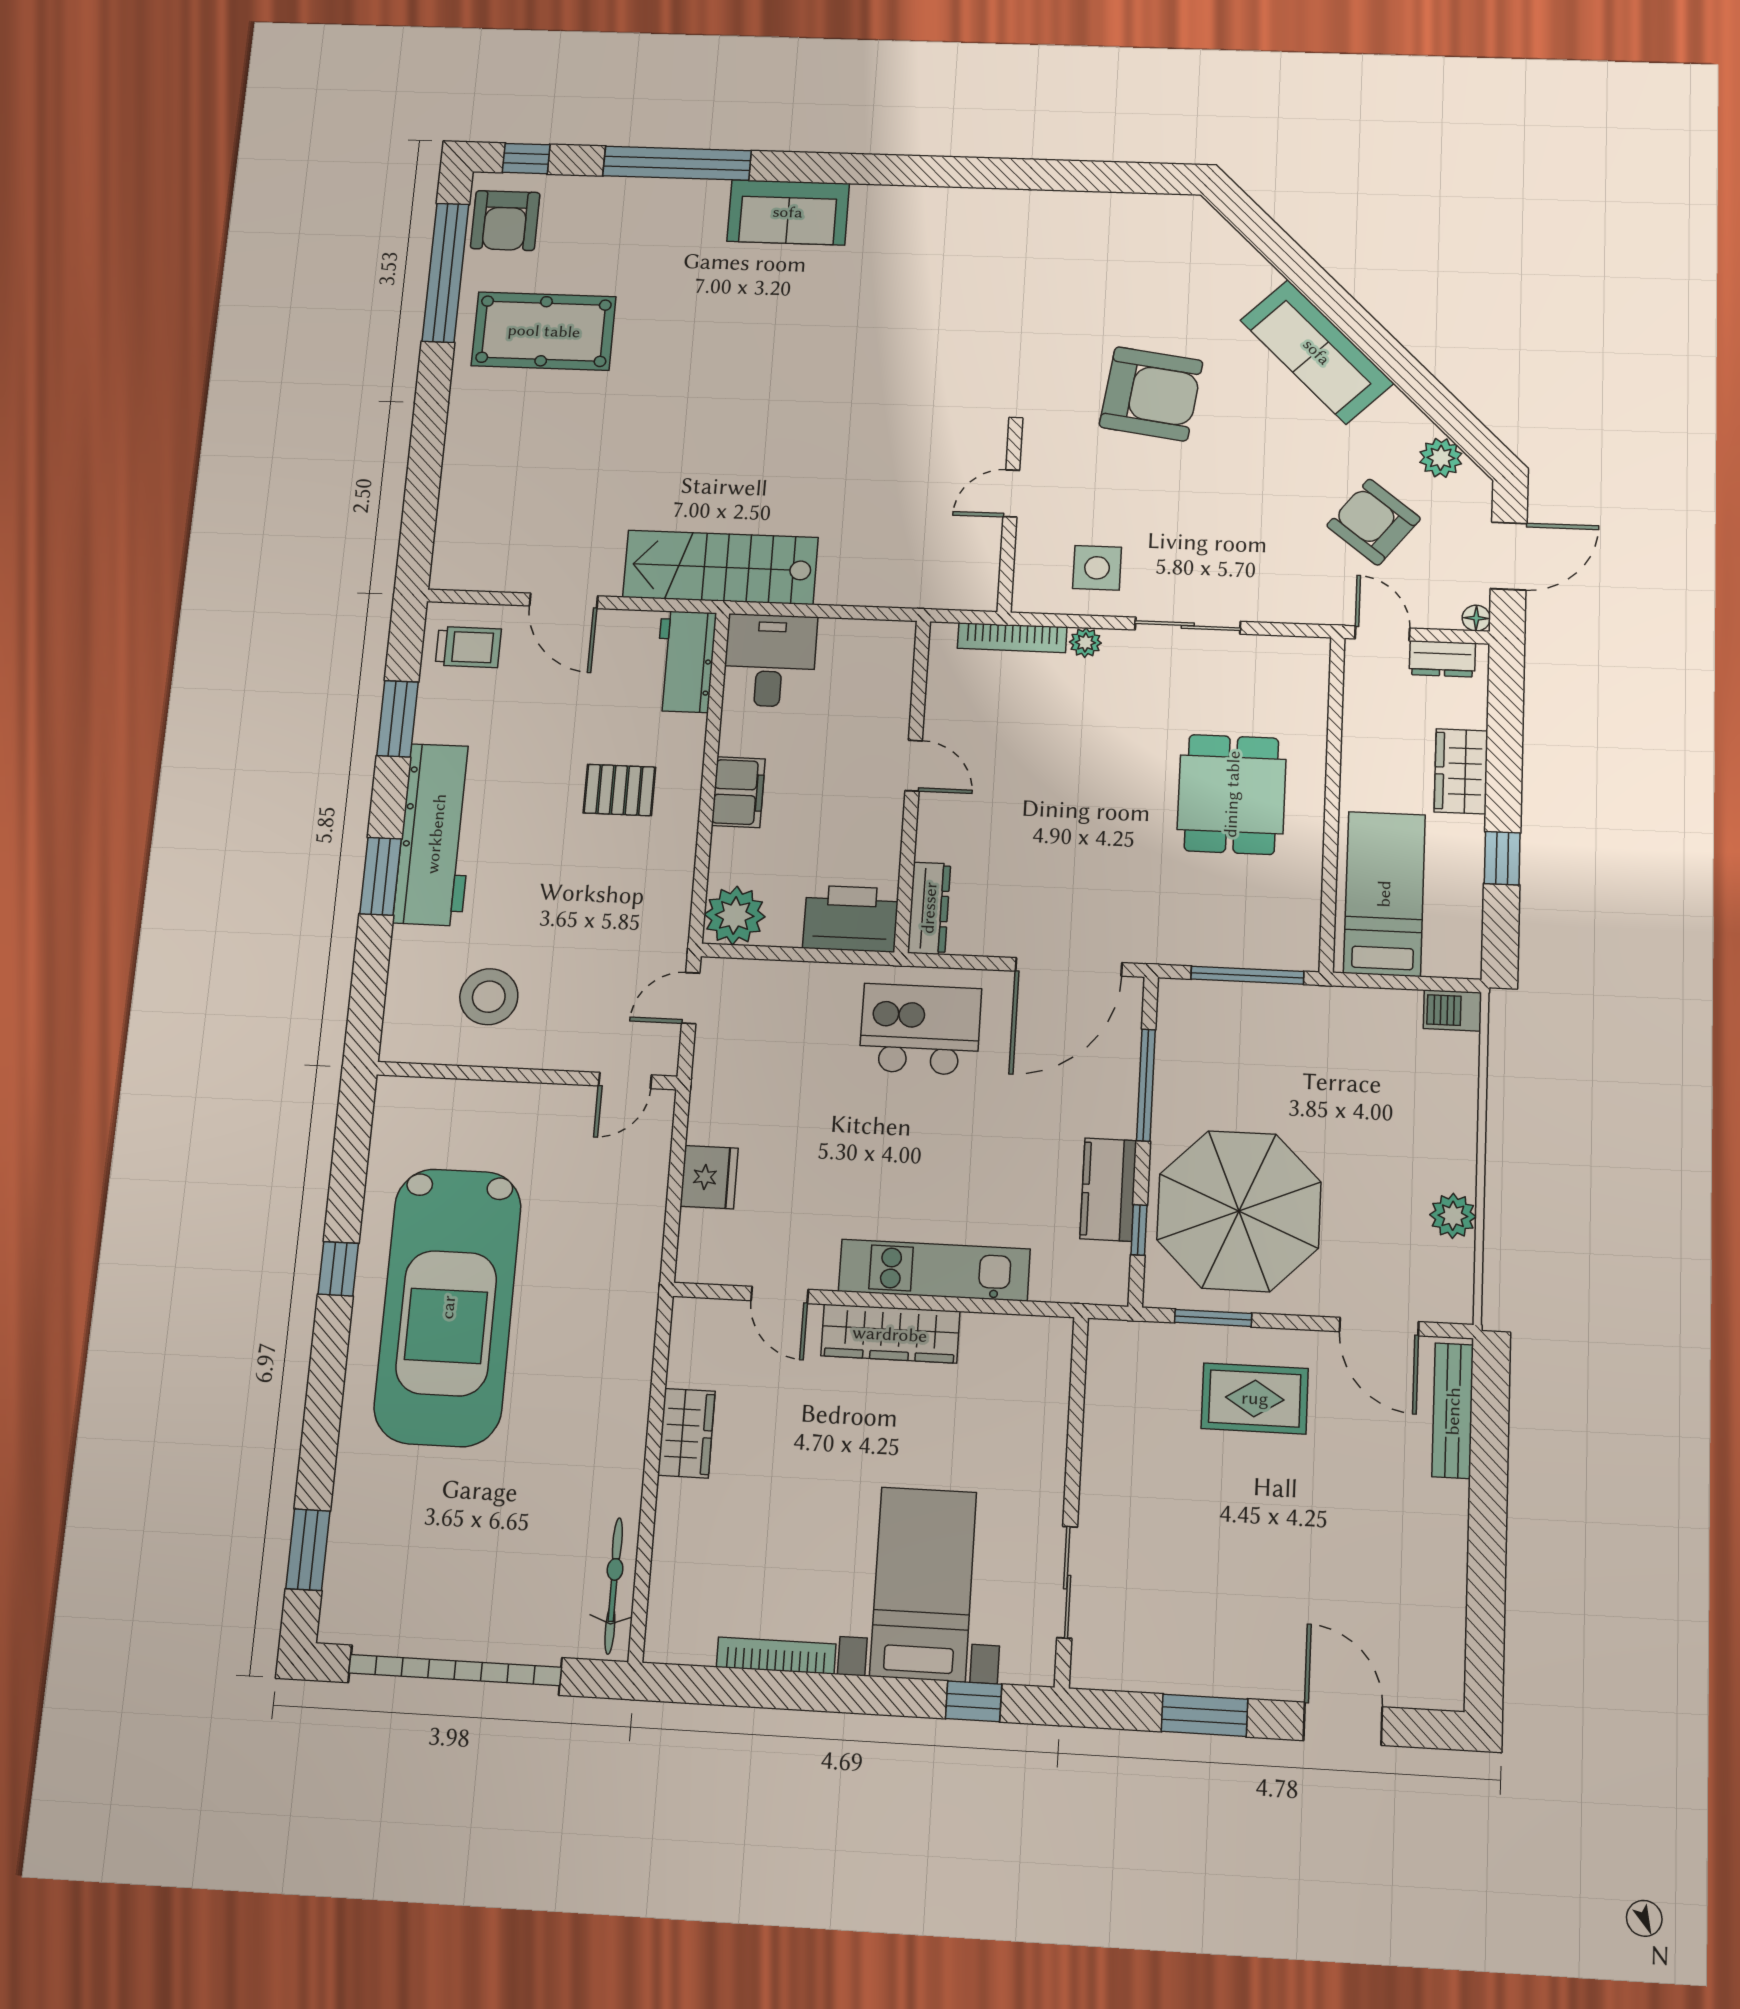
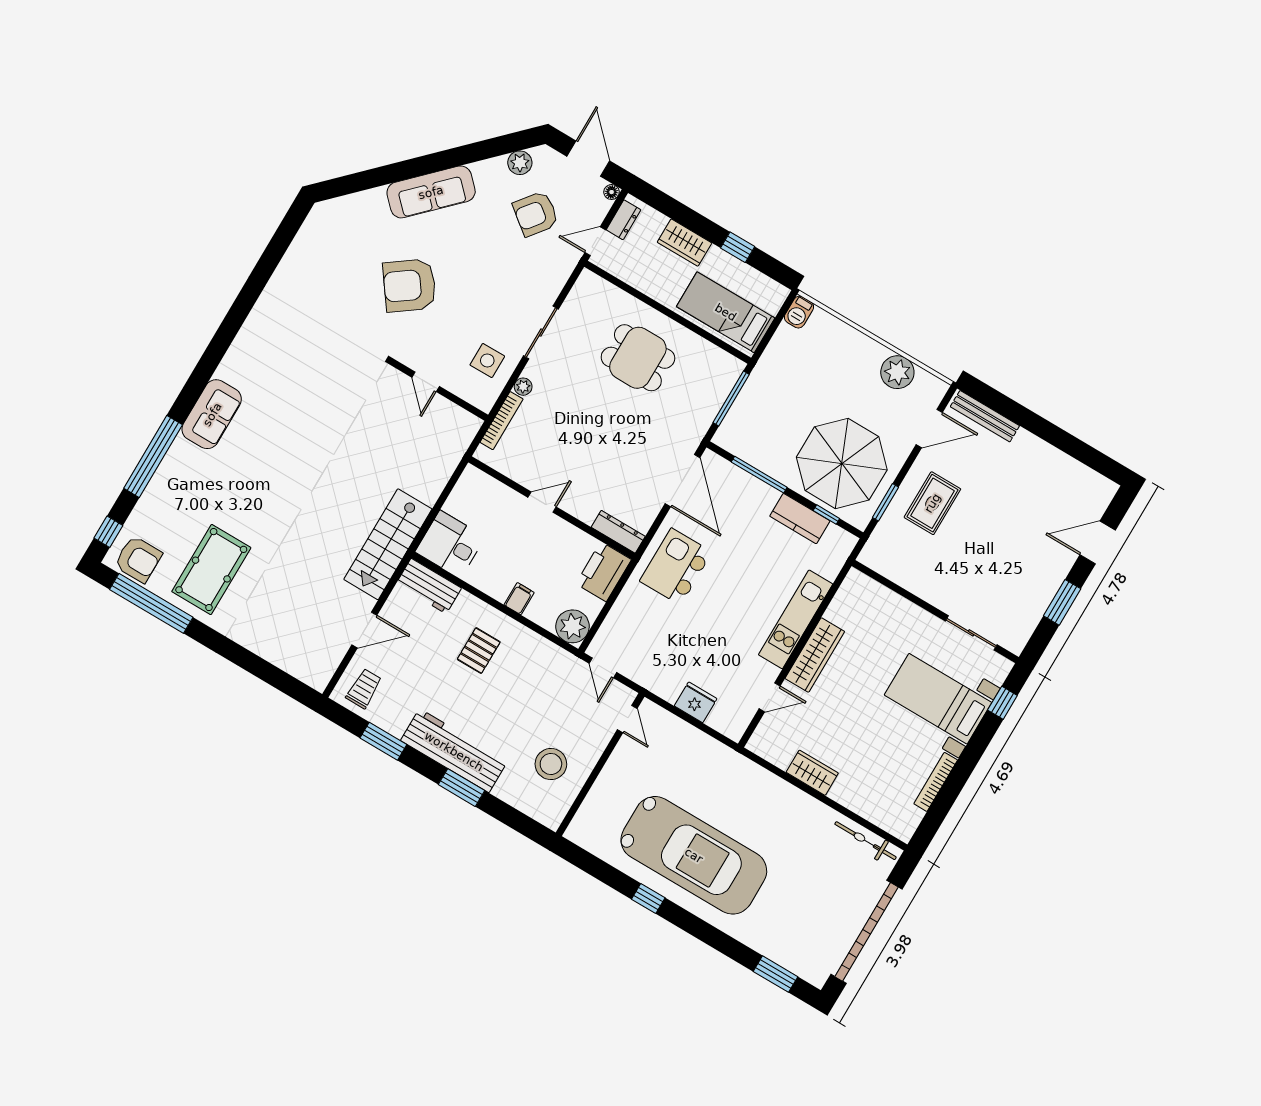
armchair: (1151, 394) -> (409, 285), turned -134
filing cabinet: (738, 792) -> (519, 599), width x0.50
plant: (1453, 1216) -> (897, 372), width x1.36, depth x1.36

